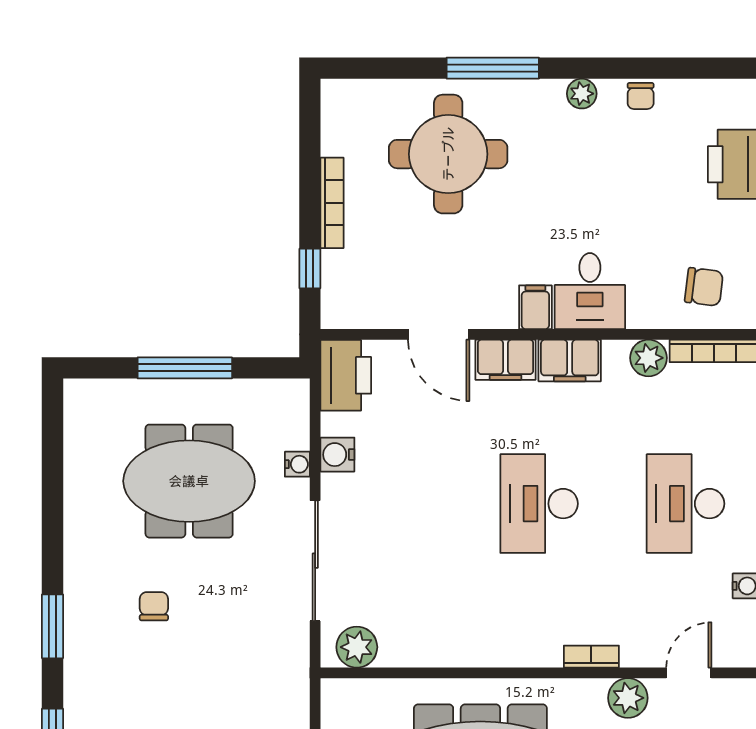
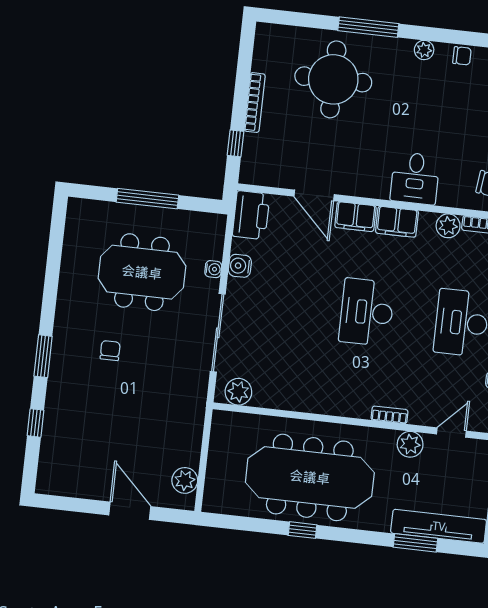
chair: (641, 96) -> (462, 56), turned -90
filing cabinet: (535, 307) -> (379, 185), removed

